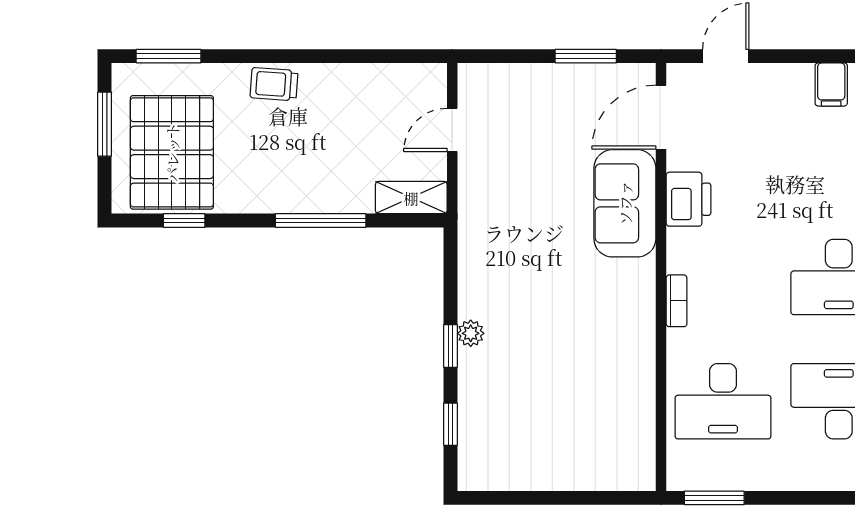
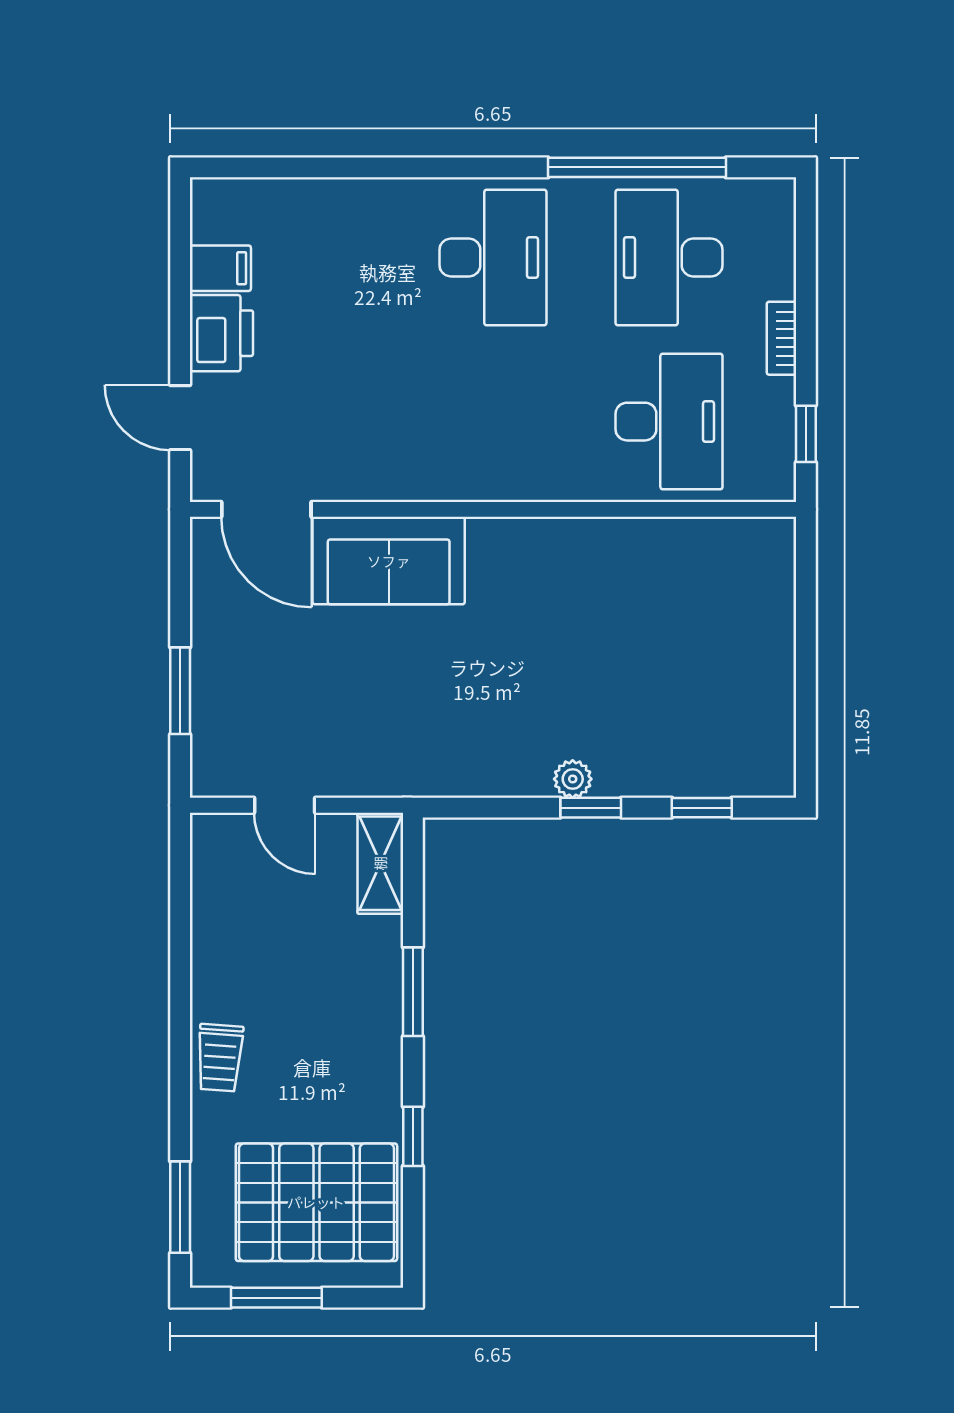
window: (586, 56) -> (180, 691), moved
printer: (688, 199) -> (221, 333), moved, turned 90
window: (184, 220) -> (413, 1136), moved
window: (321, 220) -> (413, 992), width x0.69
bookcase: (677, 301) -> (782, 338), moved, turned -90
window: (714, 498) -> (806, 434), width x0.67

